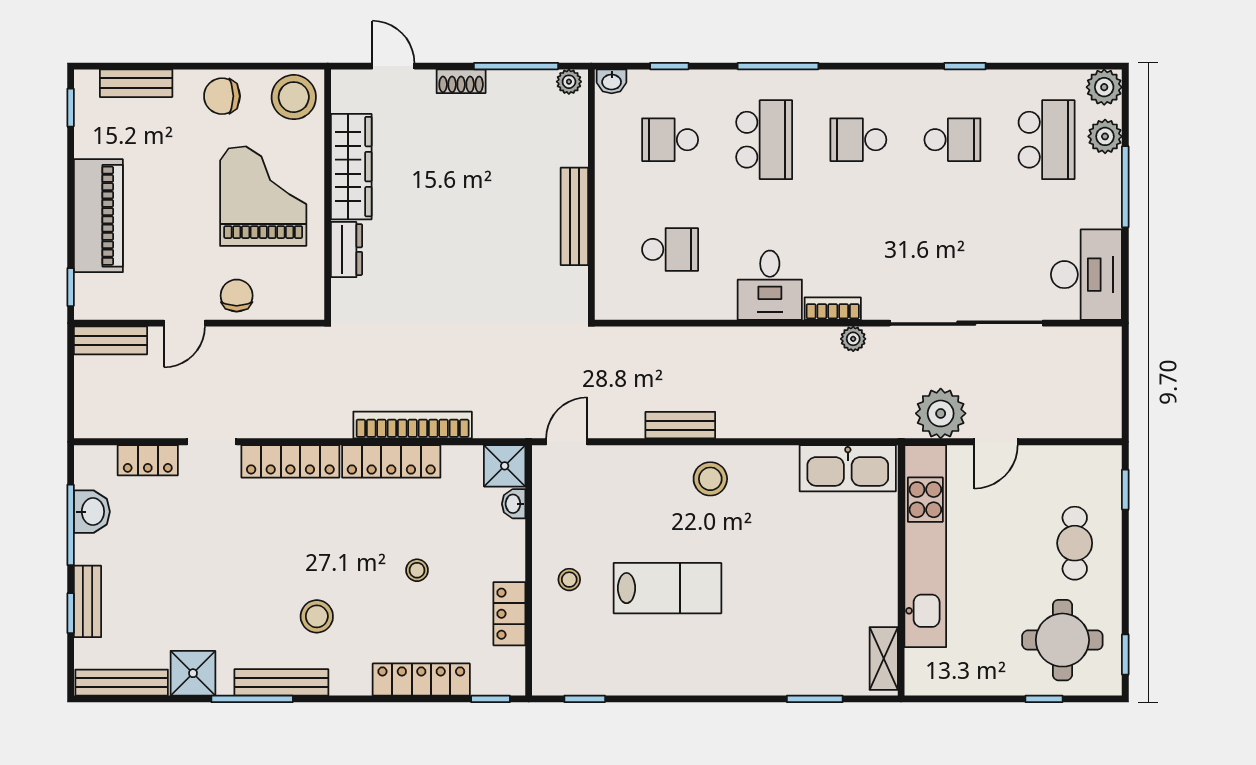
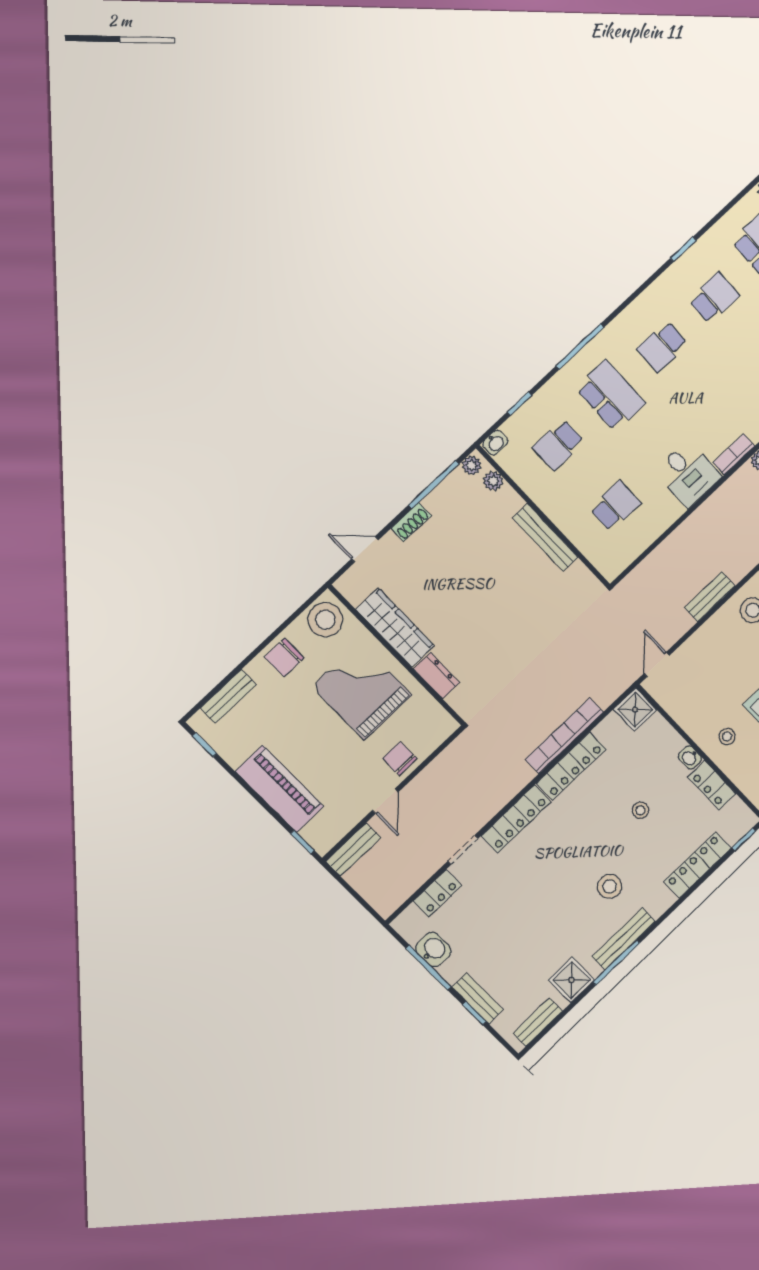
plant: (575, 116) -> (493, 481), added
washbasin: (514, 504) -> (690, 757), moved
bench: (122, 683) -> (538, 1022), width x0.73

